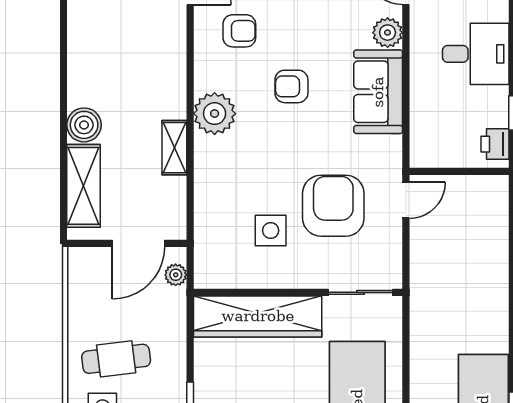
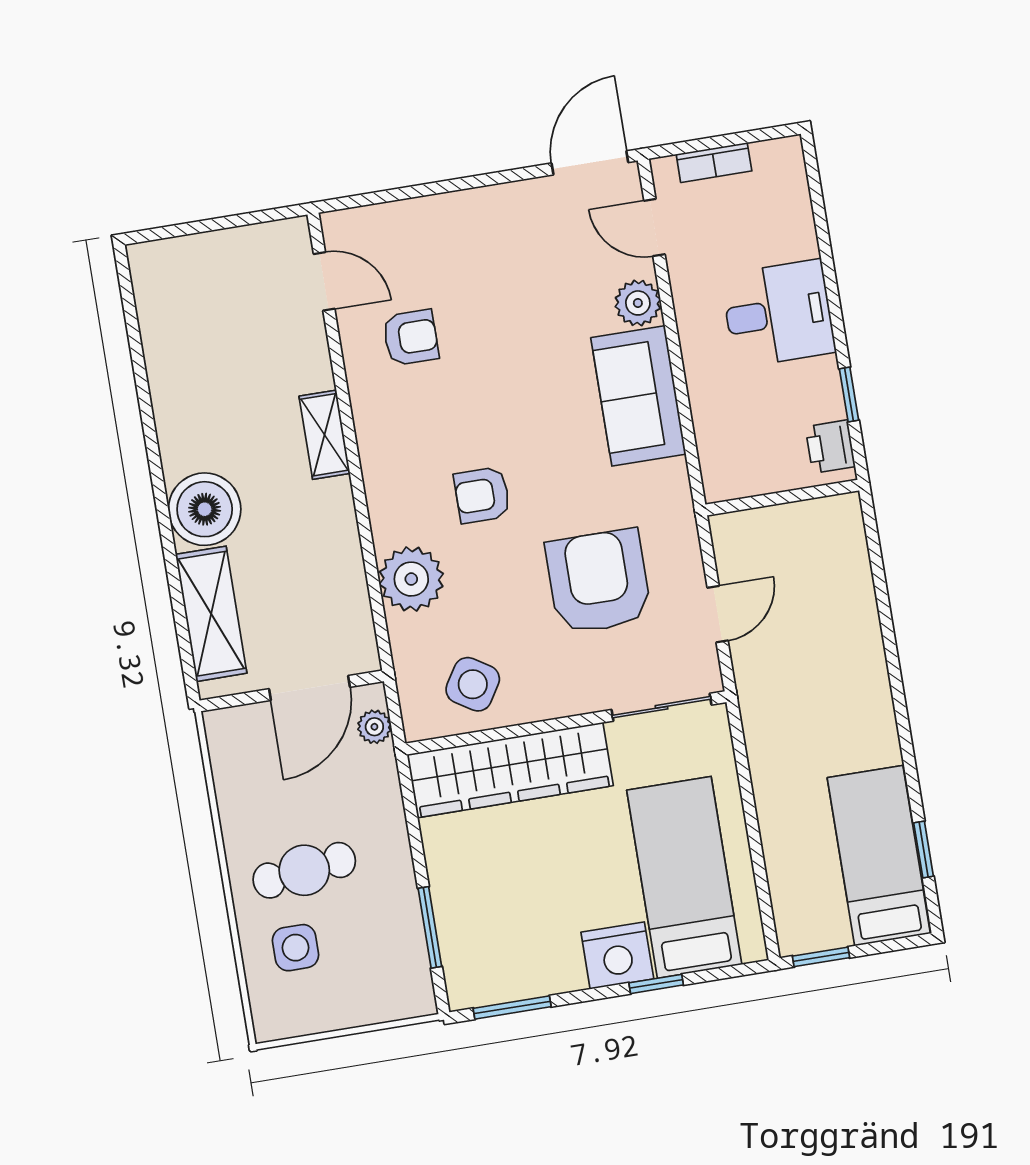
armchair: (291, 86) -> (482, 495), moved
plant: (215, 114) -> (411, 579), moved
boiler: (84, 125) -> (205, 509), width x1.37, depth x1.37
shelving: (174, 148) -> (325, 435), moved
door: (406, 200) -> (718, 614), moved
side table: (271, 231) -> (473, 684), moved, turned 32

